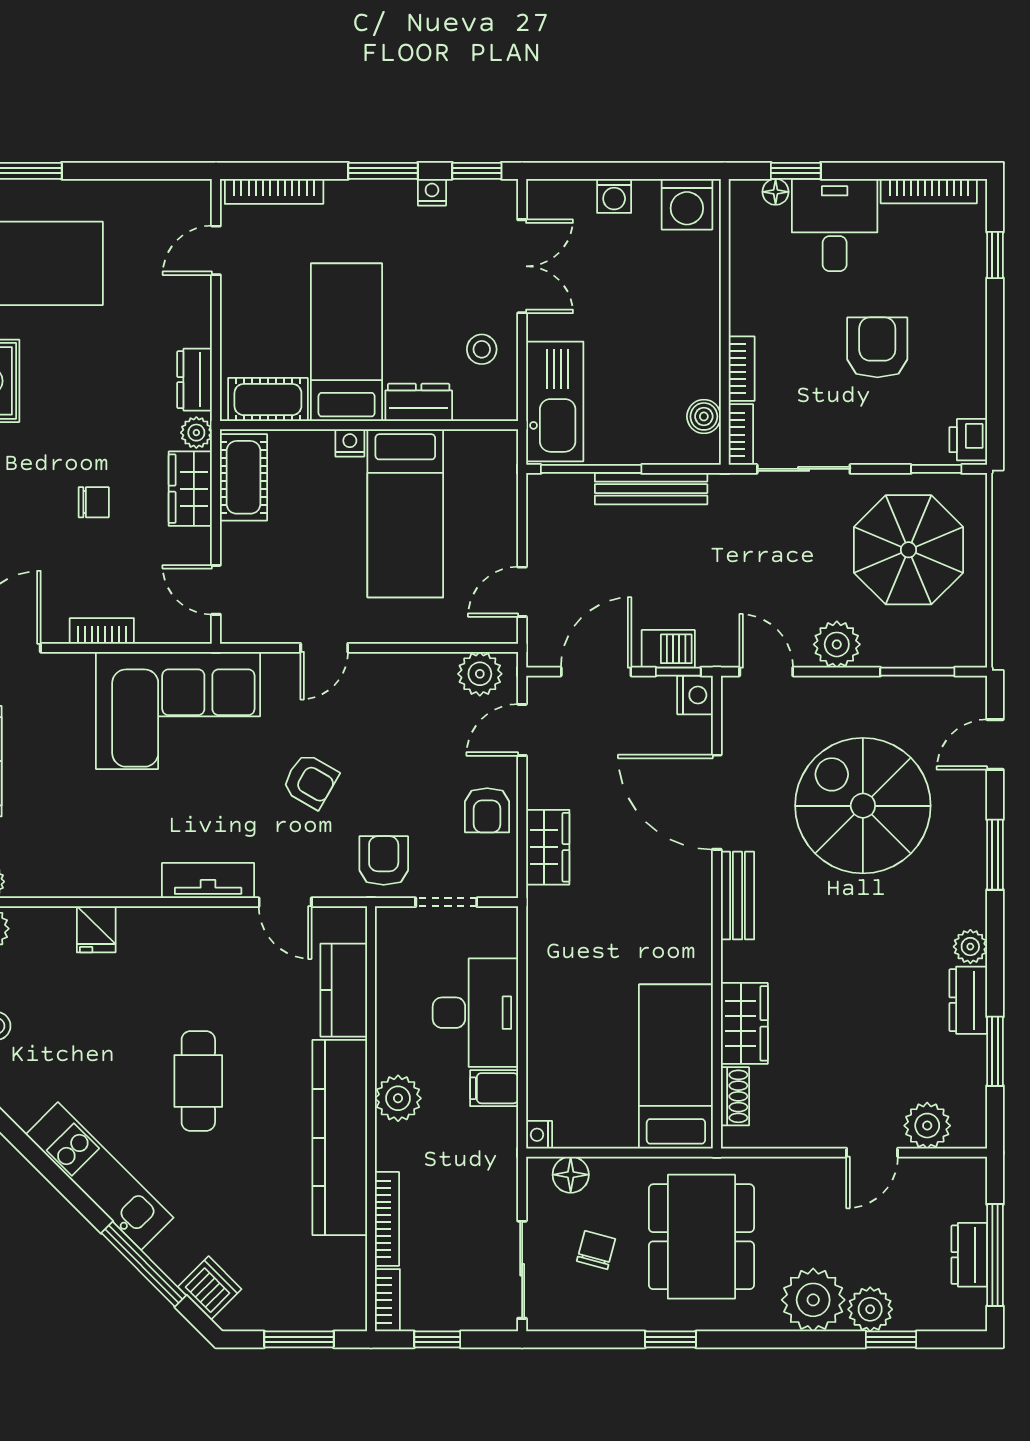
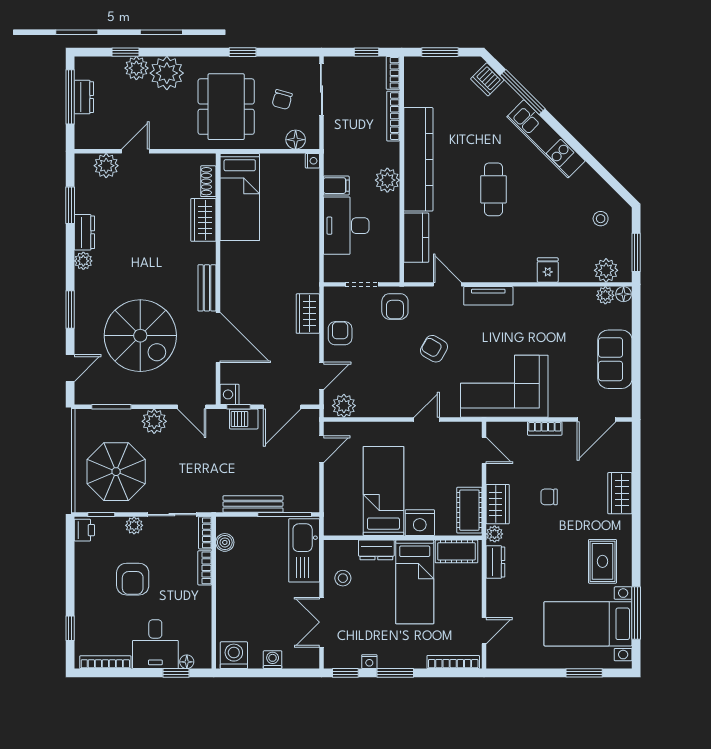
nightstand: (350, 443) -> (420, 523), width x1.89, depth x1.79
plant: (875, 448) -> (134, 525), added

